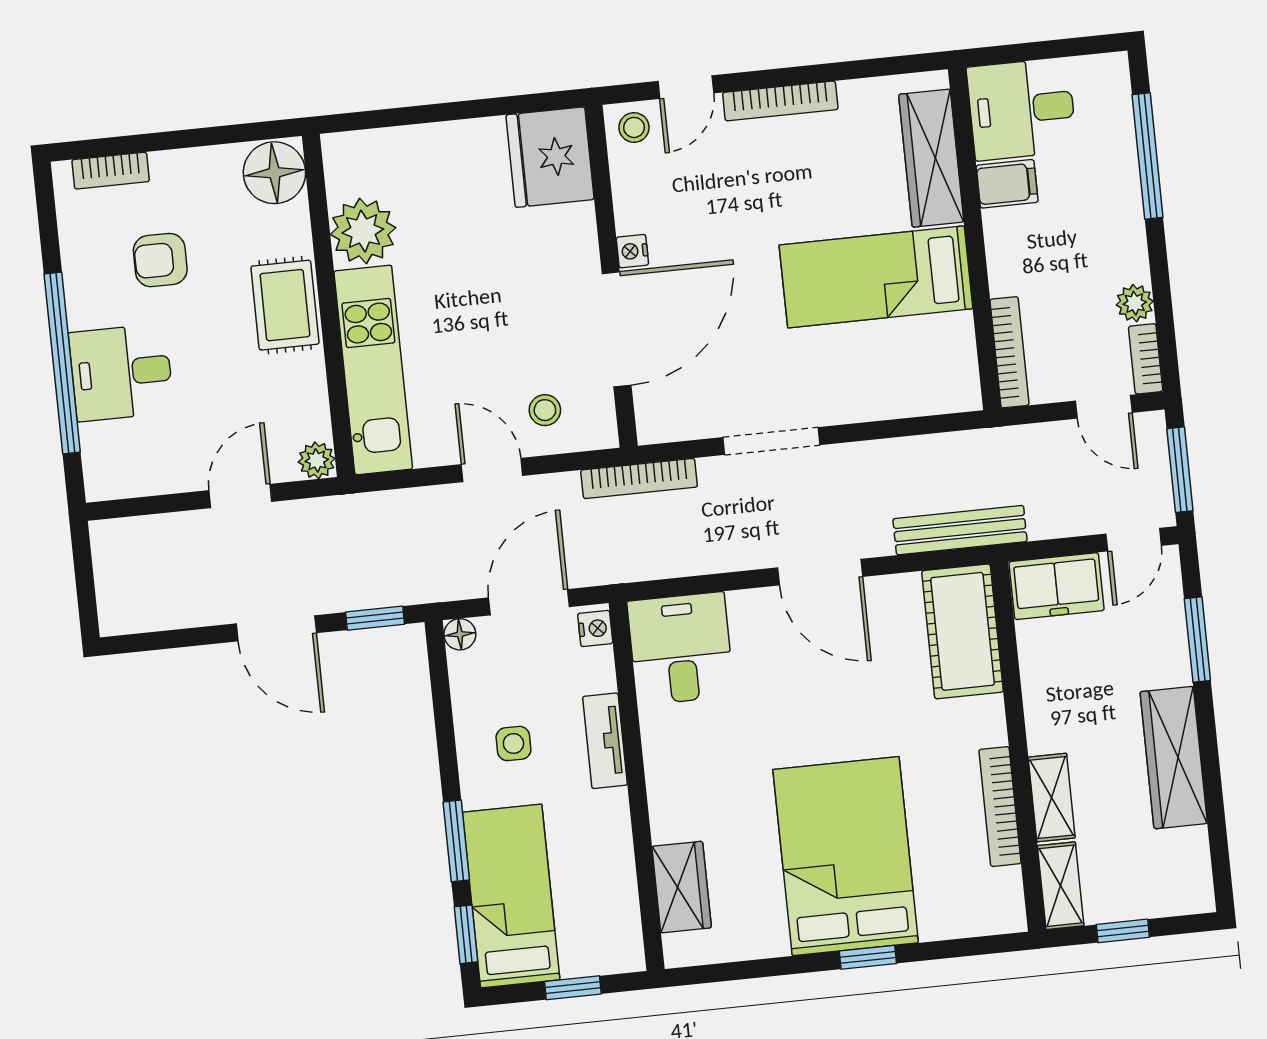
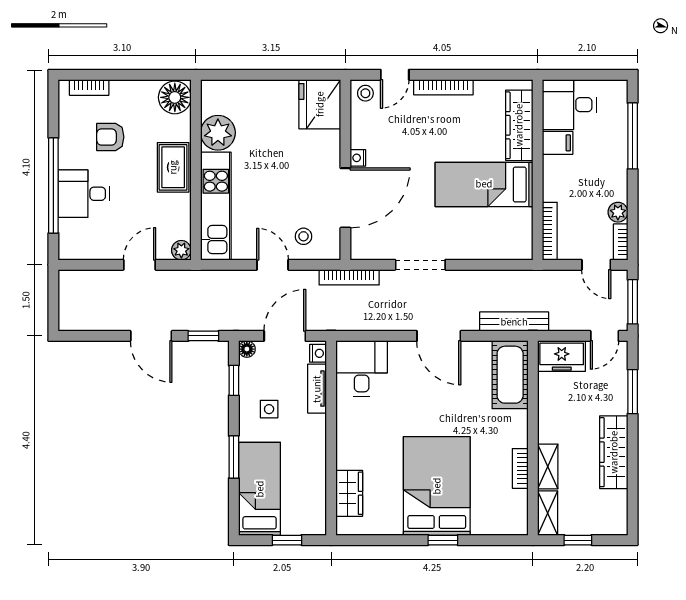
tv unit: (605, 741) -> (317, 389), moved
bookcase: (1000, 807) -> (520, 468), width x0.64
window: (466, 934) -> (234, 380), moved

